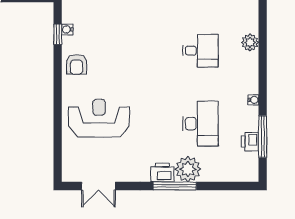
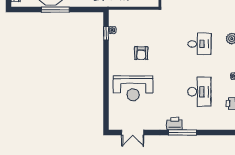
armchair: (76, 64) -> (141, 53), moved
reception desk: (99, 118) -> (133, 88), turned 180
plant: (188, 169) -> (191, 121), removed

